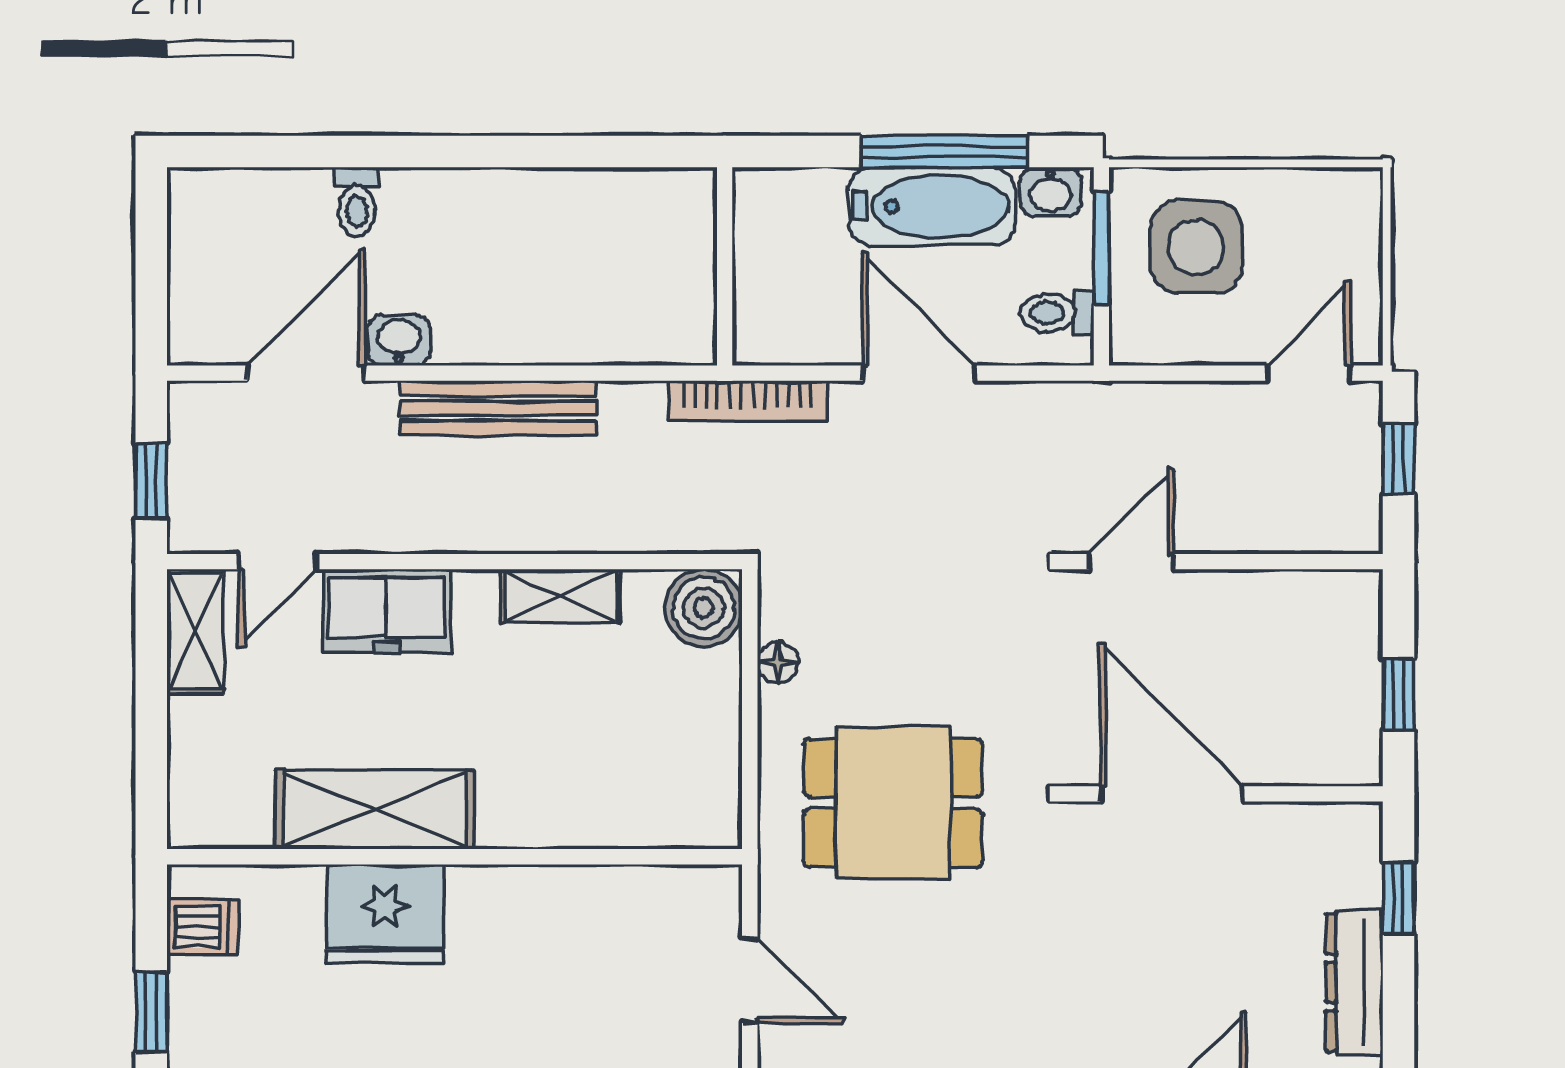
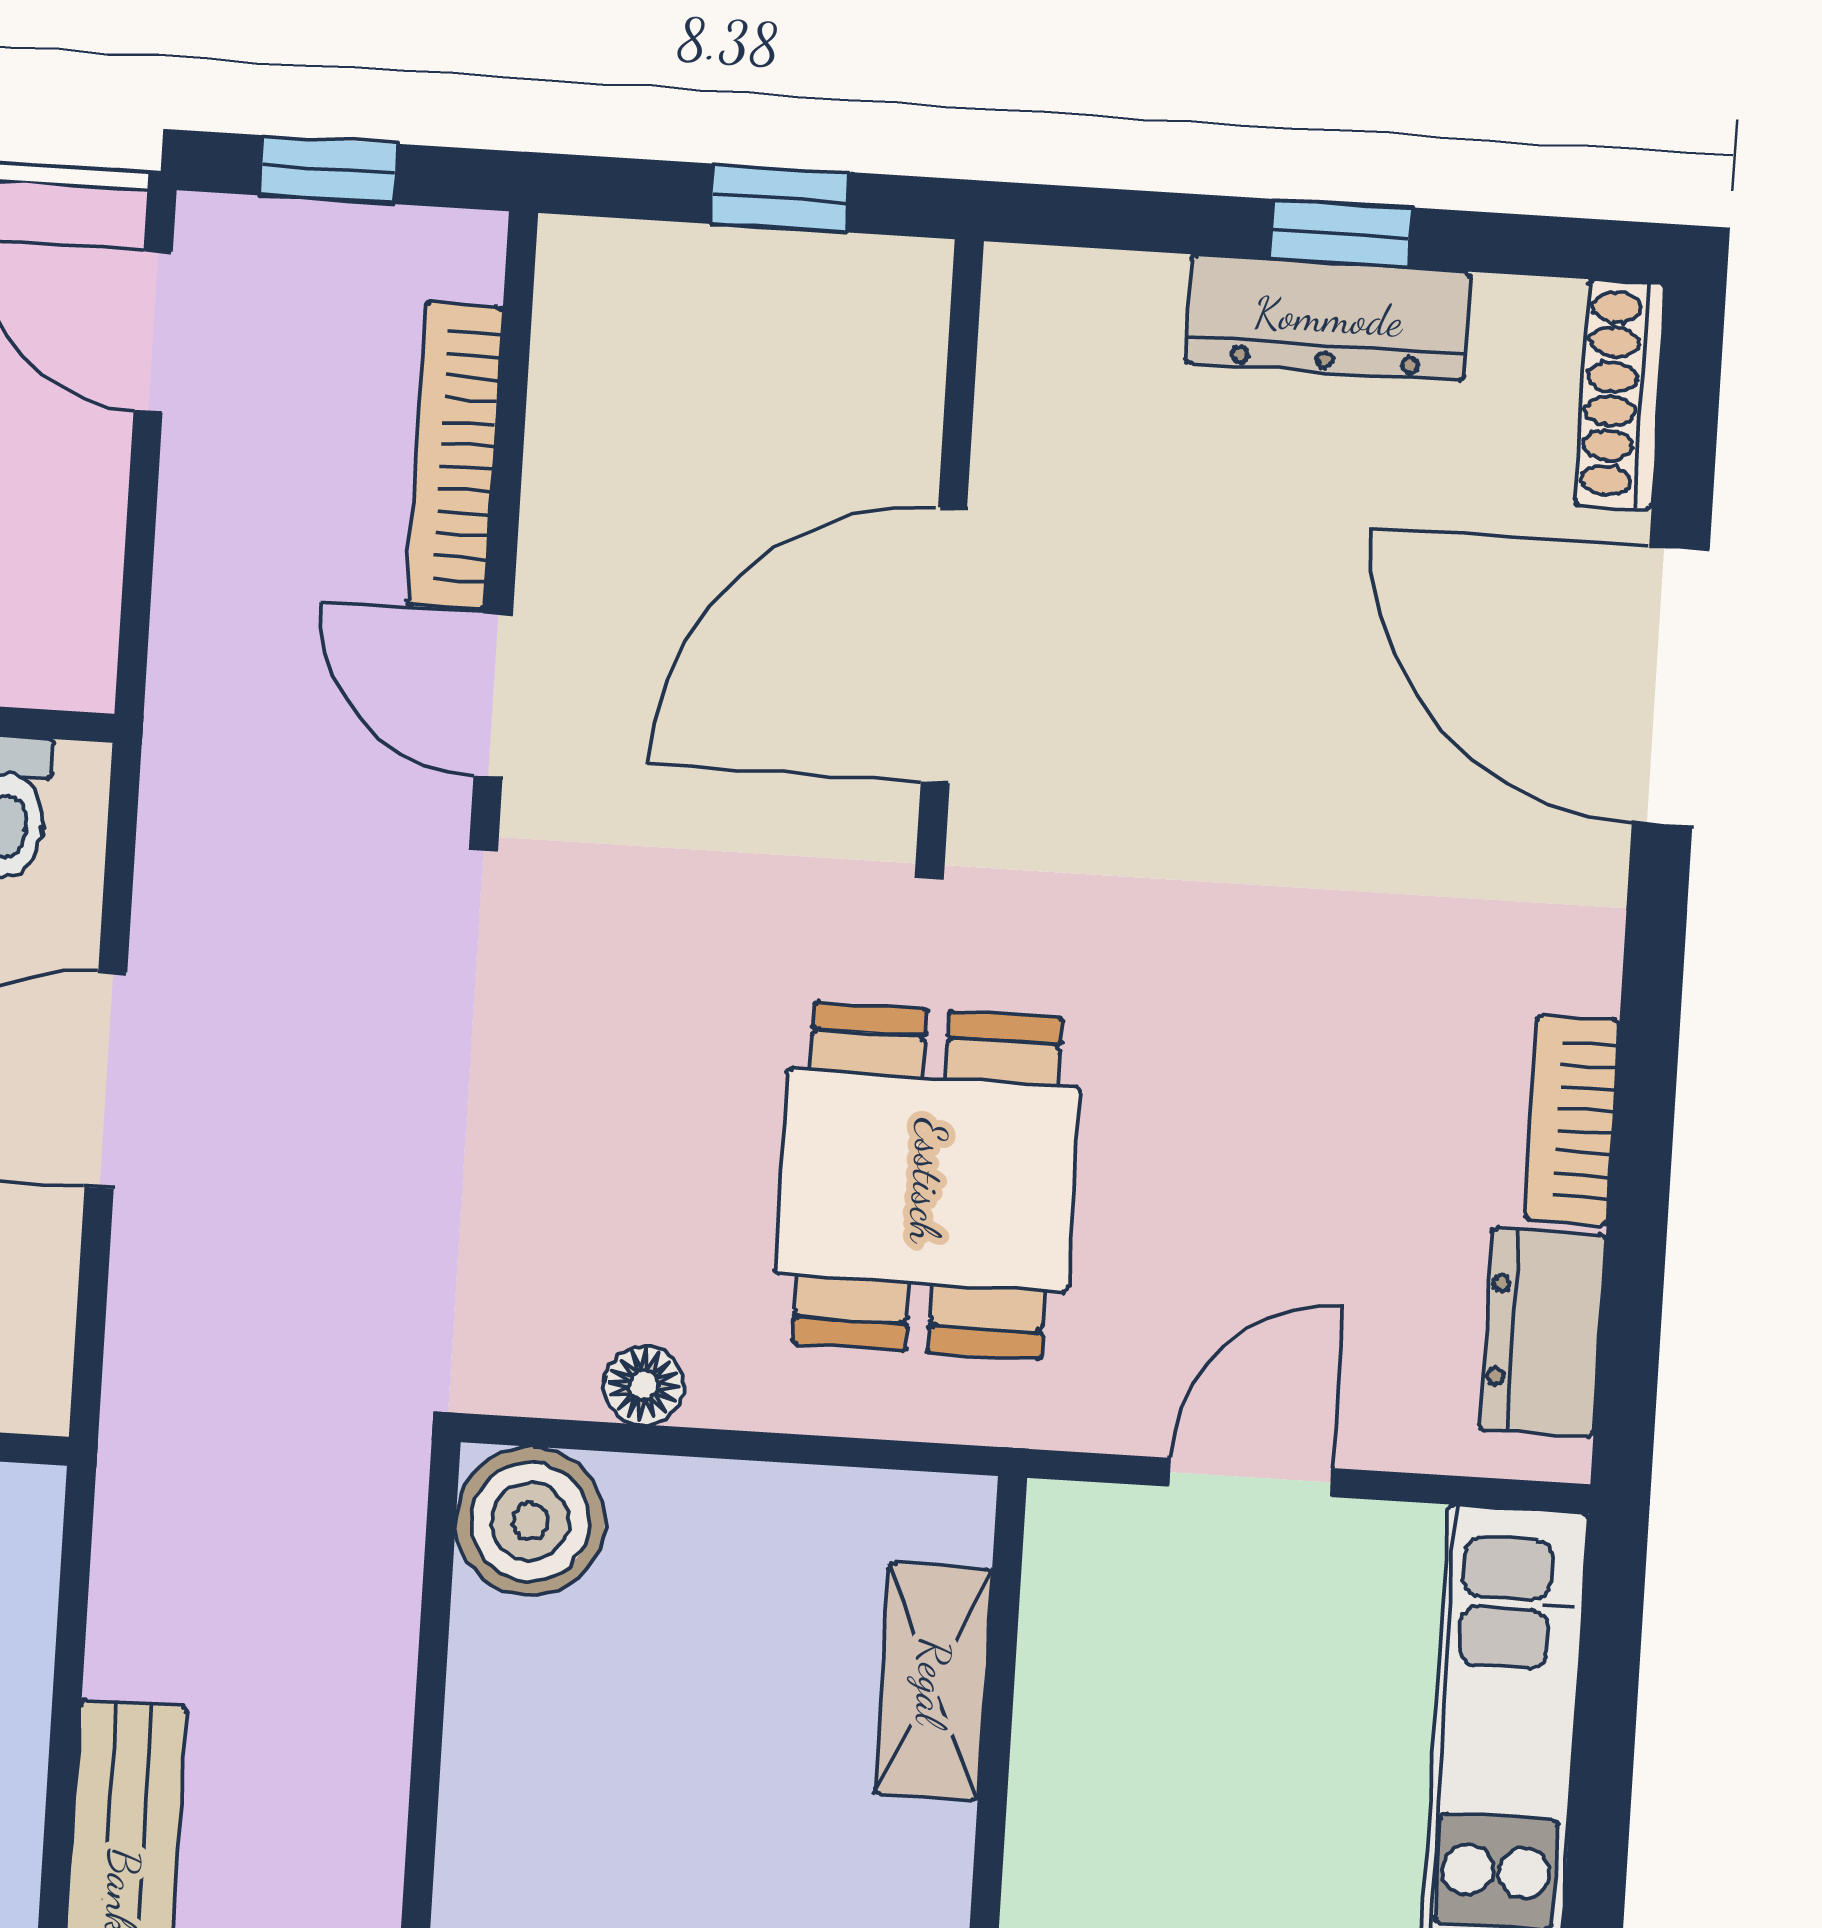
bookcase: (747, 401) -> (455, 456), moved, turned 180
shelving: (561, 596) -> (933, 1682), moved
window: (1398, 898) -> (1340, 233), moved

